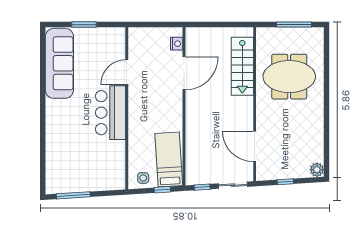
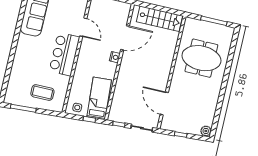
nightstand: (177, 44) -> (115, 57), moved
stairs: (242, 66) -> (159, 19), moved, turned -90
door: (127, 72) -> (83, 27), swing flipped
coffee table: (93, 169) -> (42, 92), added

